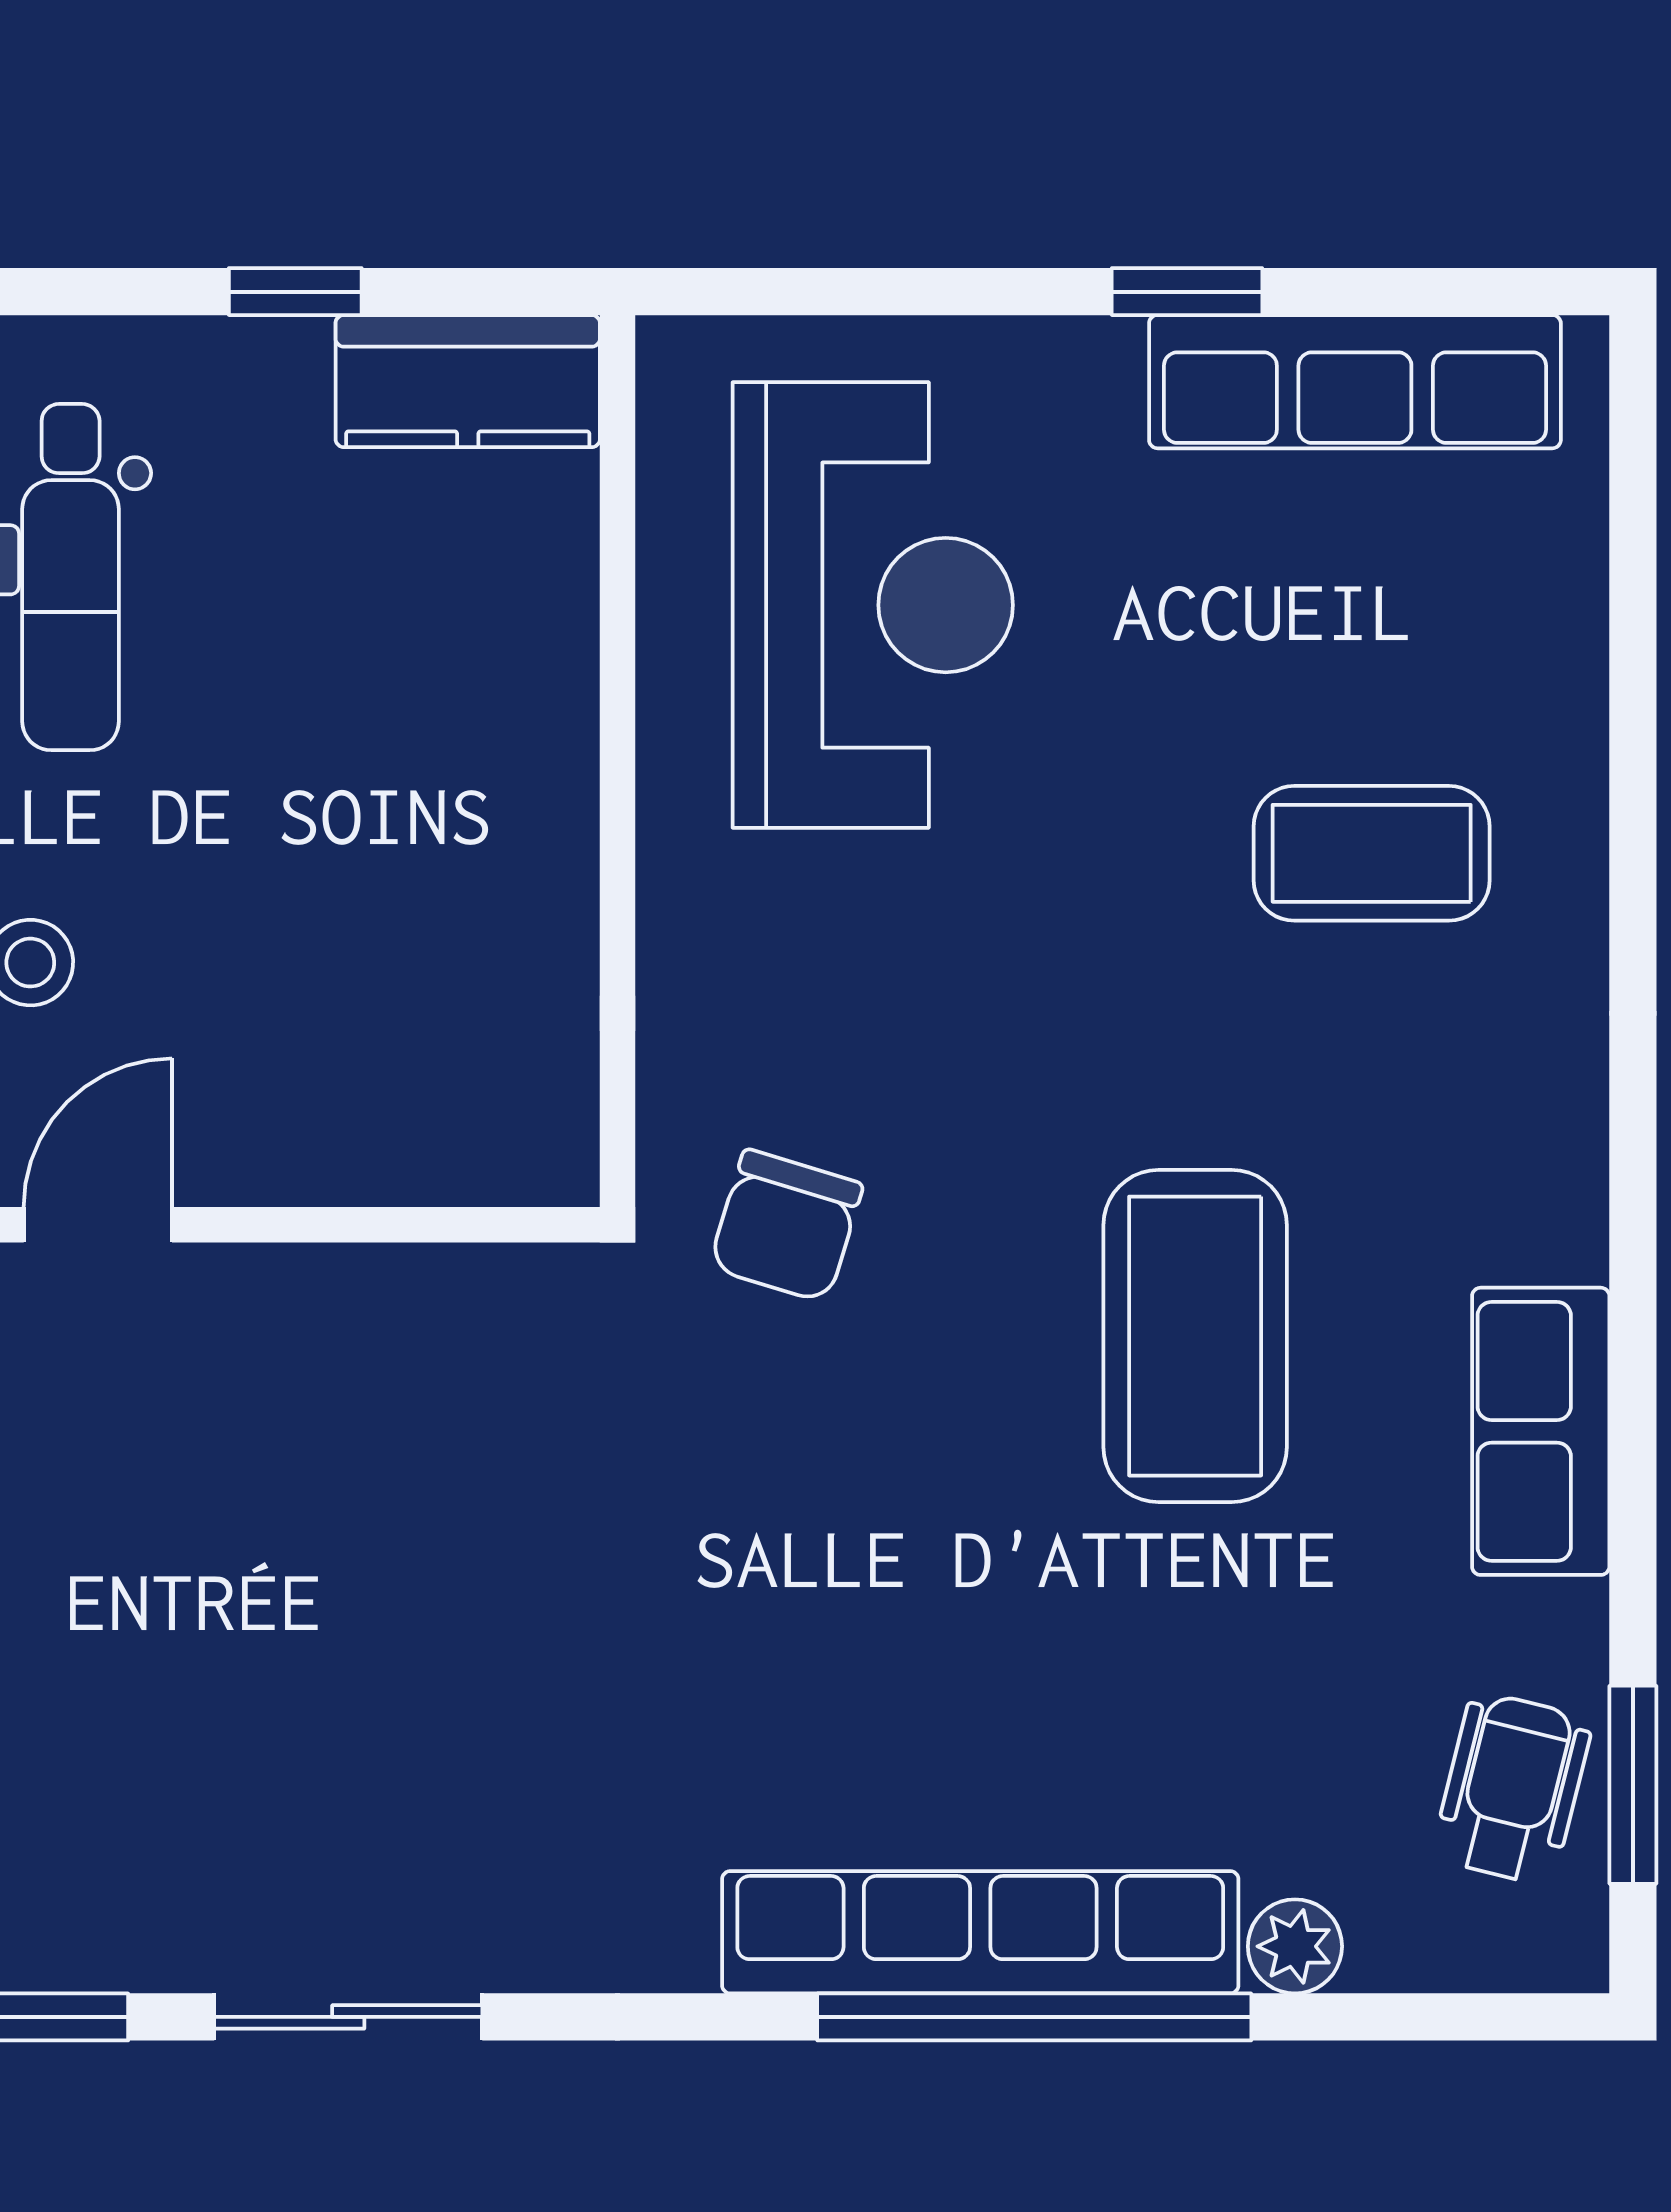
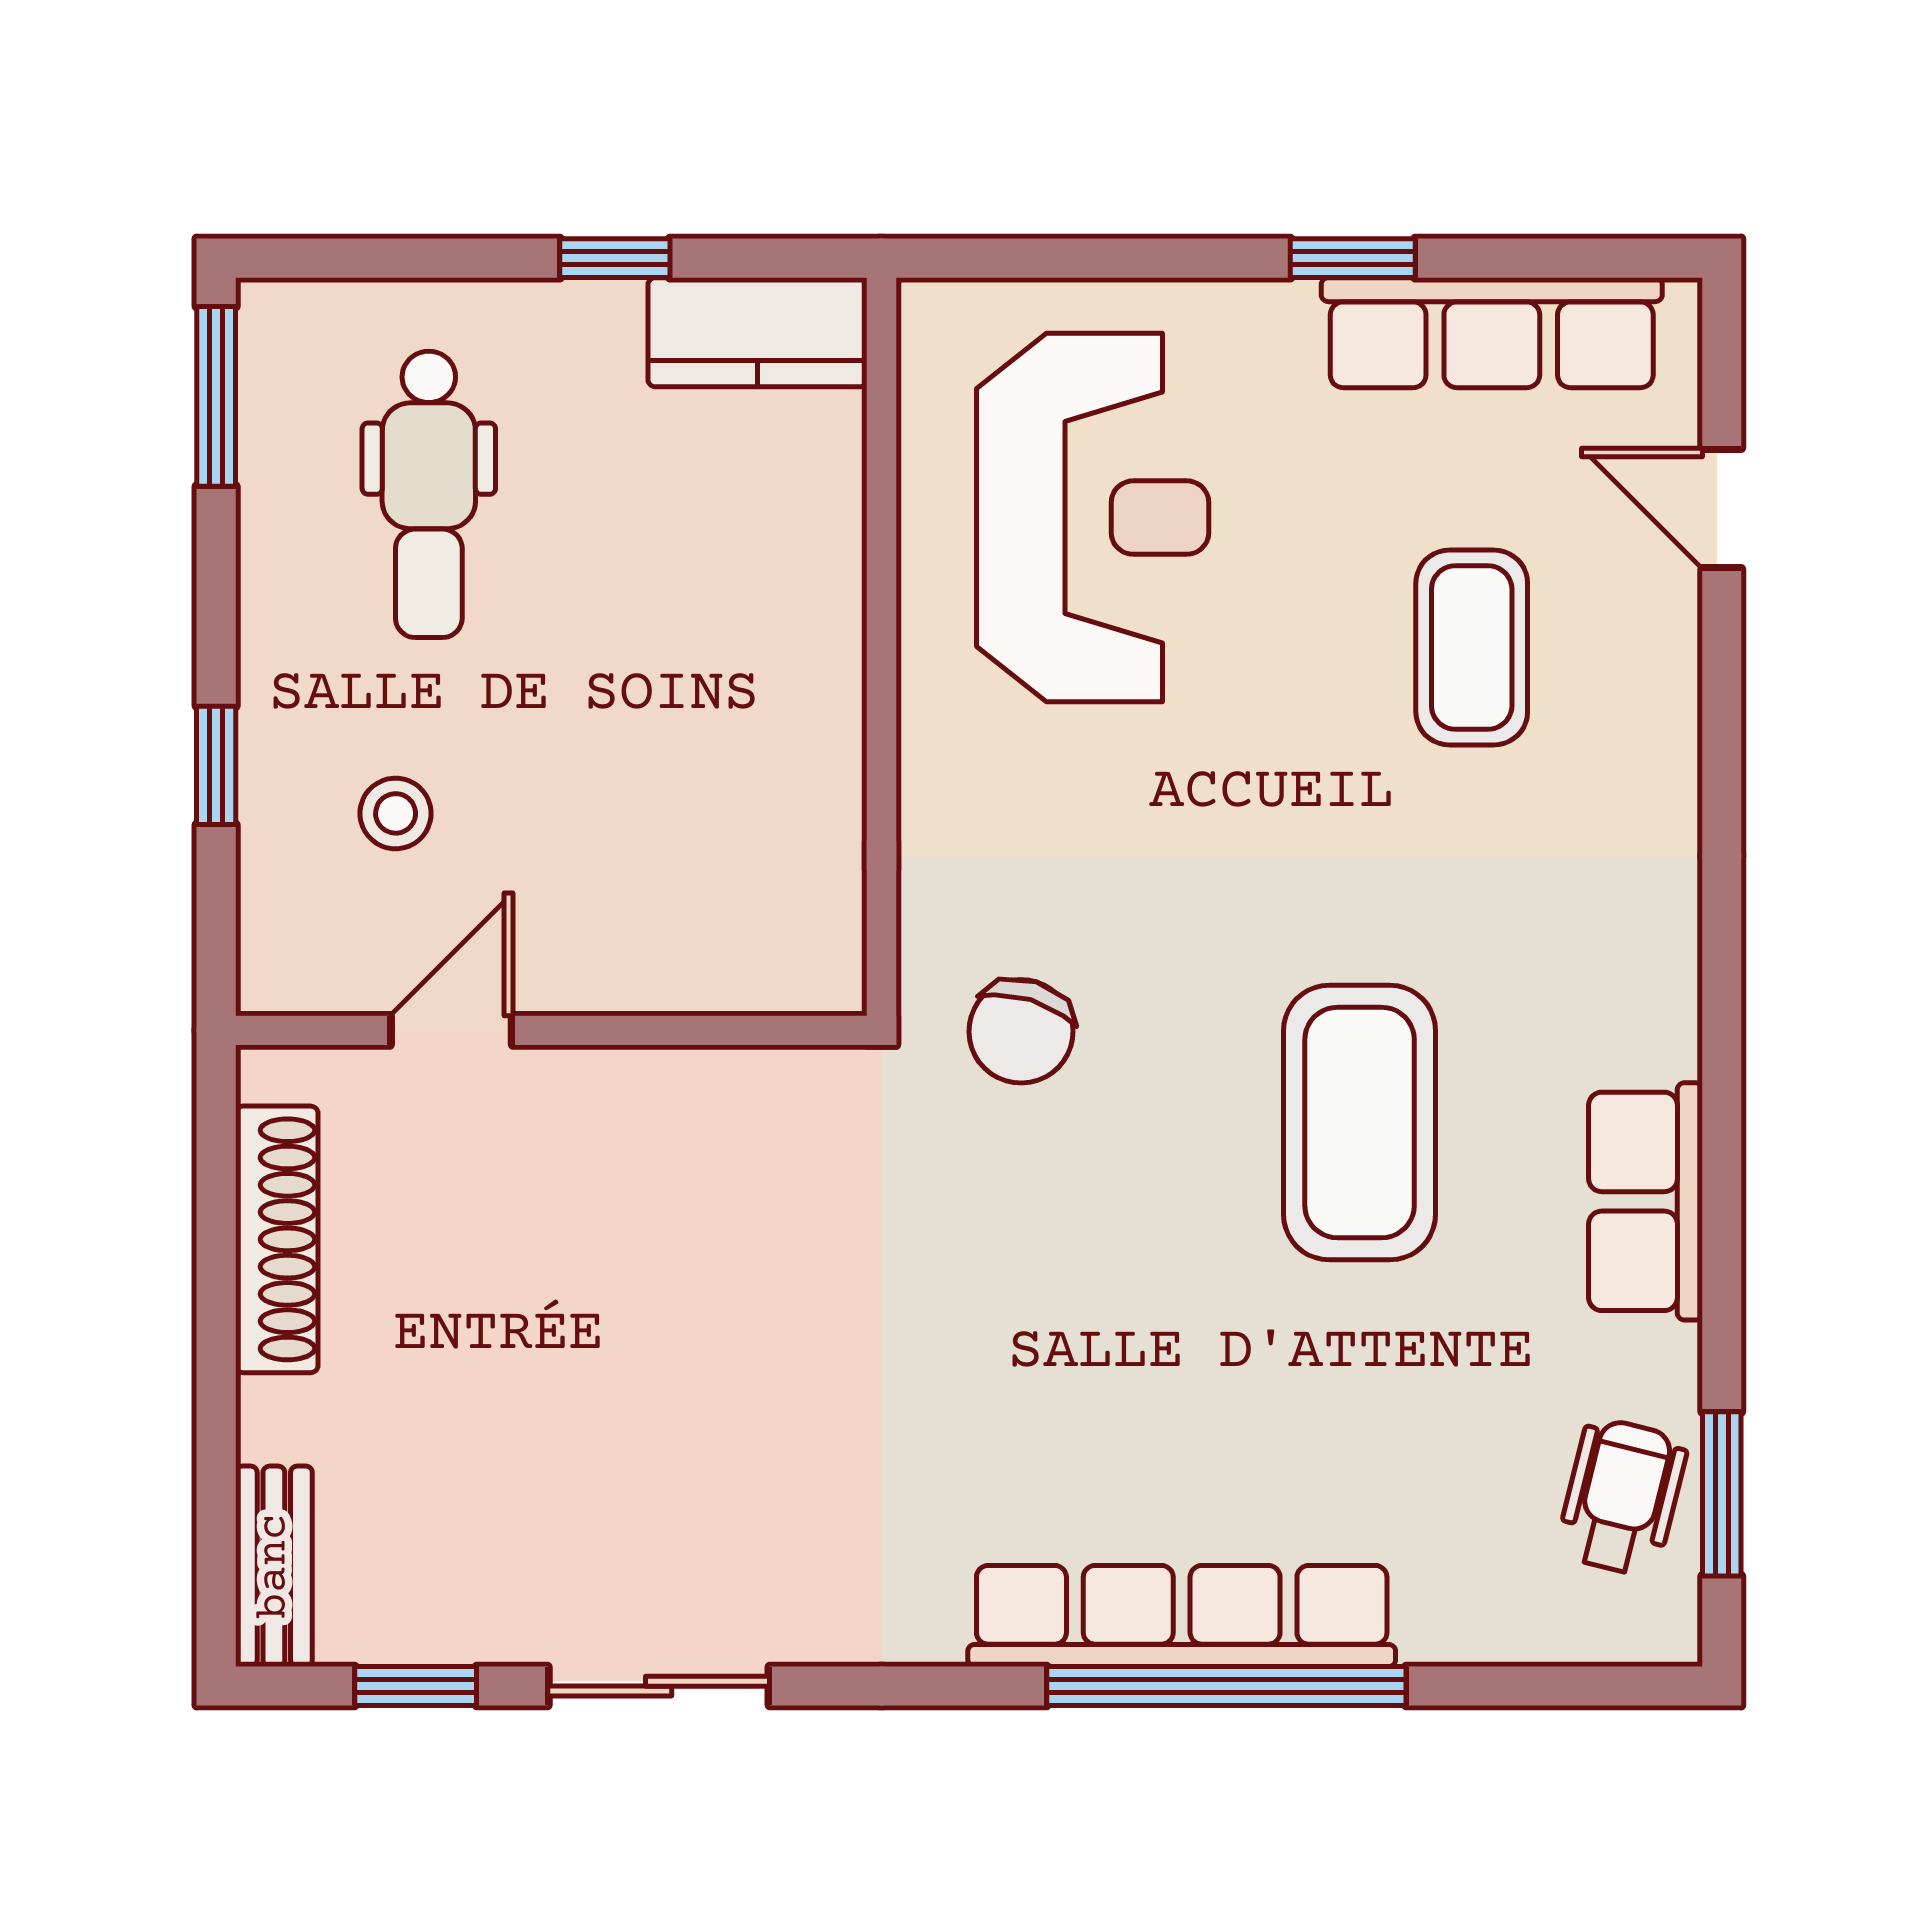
door: (1633, 594) -> (1722, 508), added
coffee table: (1372, 853) -> (1472, 648), moved, turned 90
plant: (1295, 1946) -> (1442, 1628), removed

